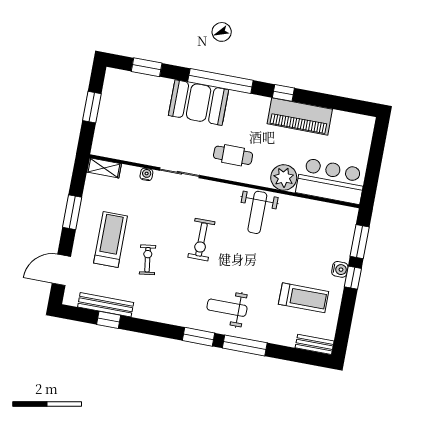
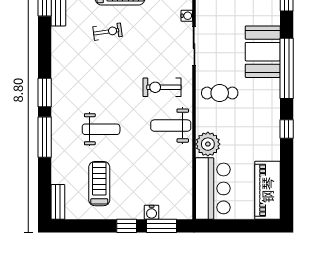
piano: (300, 116) -> (267, 190), moved
cafe table: (233, 155) -> (220, 93), turned 90
exercise bike: (201, 240) -> (162, 87), moved
water cooler: (340, 269) -> (152, 212), moved
treadmill: (304, 298) -> (99, 184), turned 180
weight bench: (227, 308) -> (101, 129), moved, turned 90

